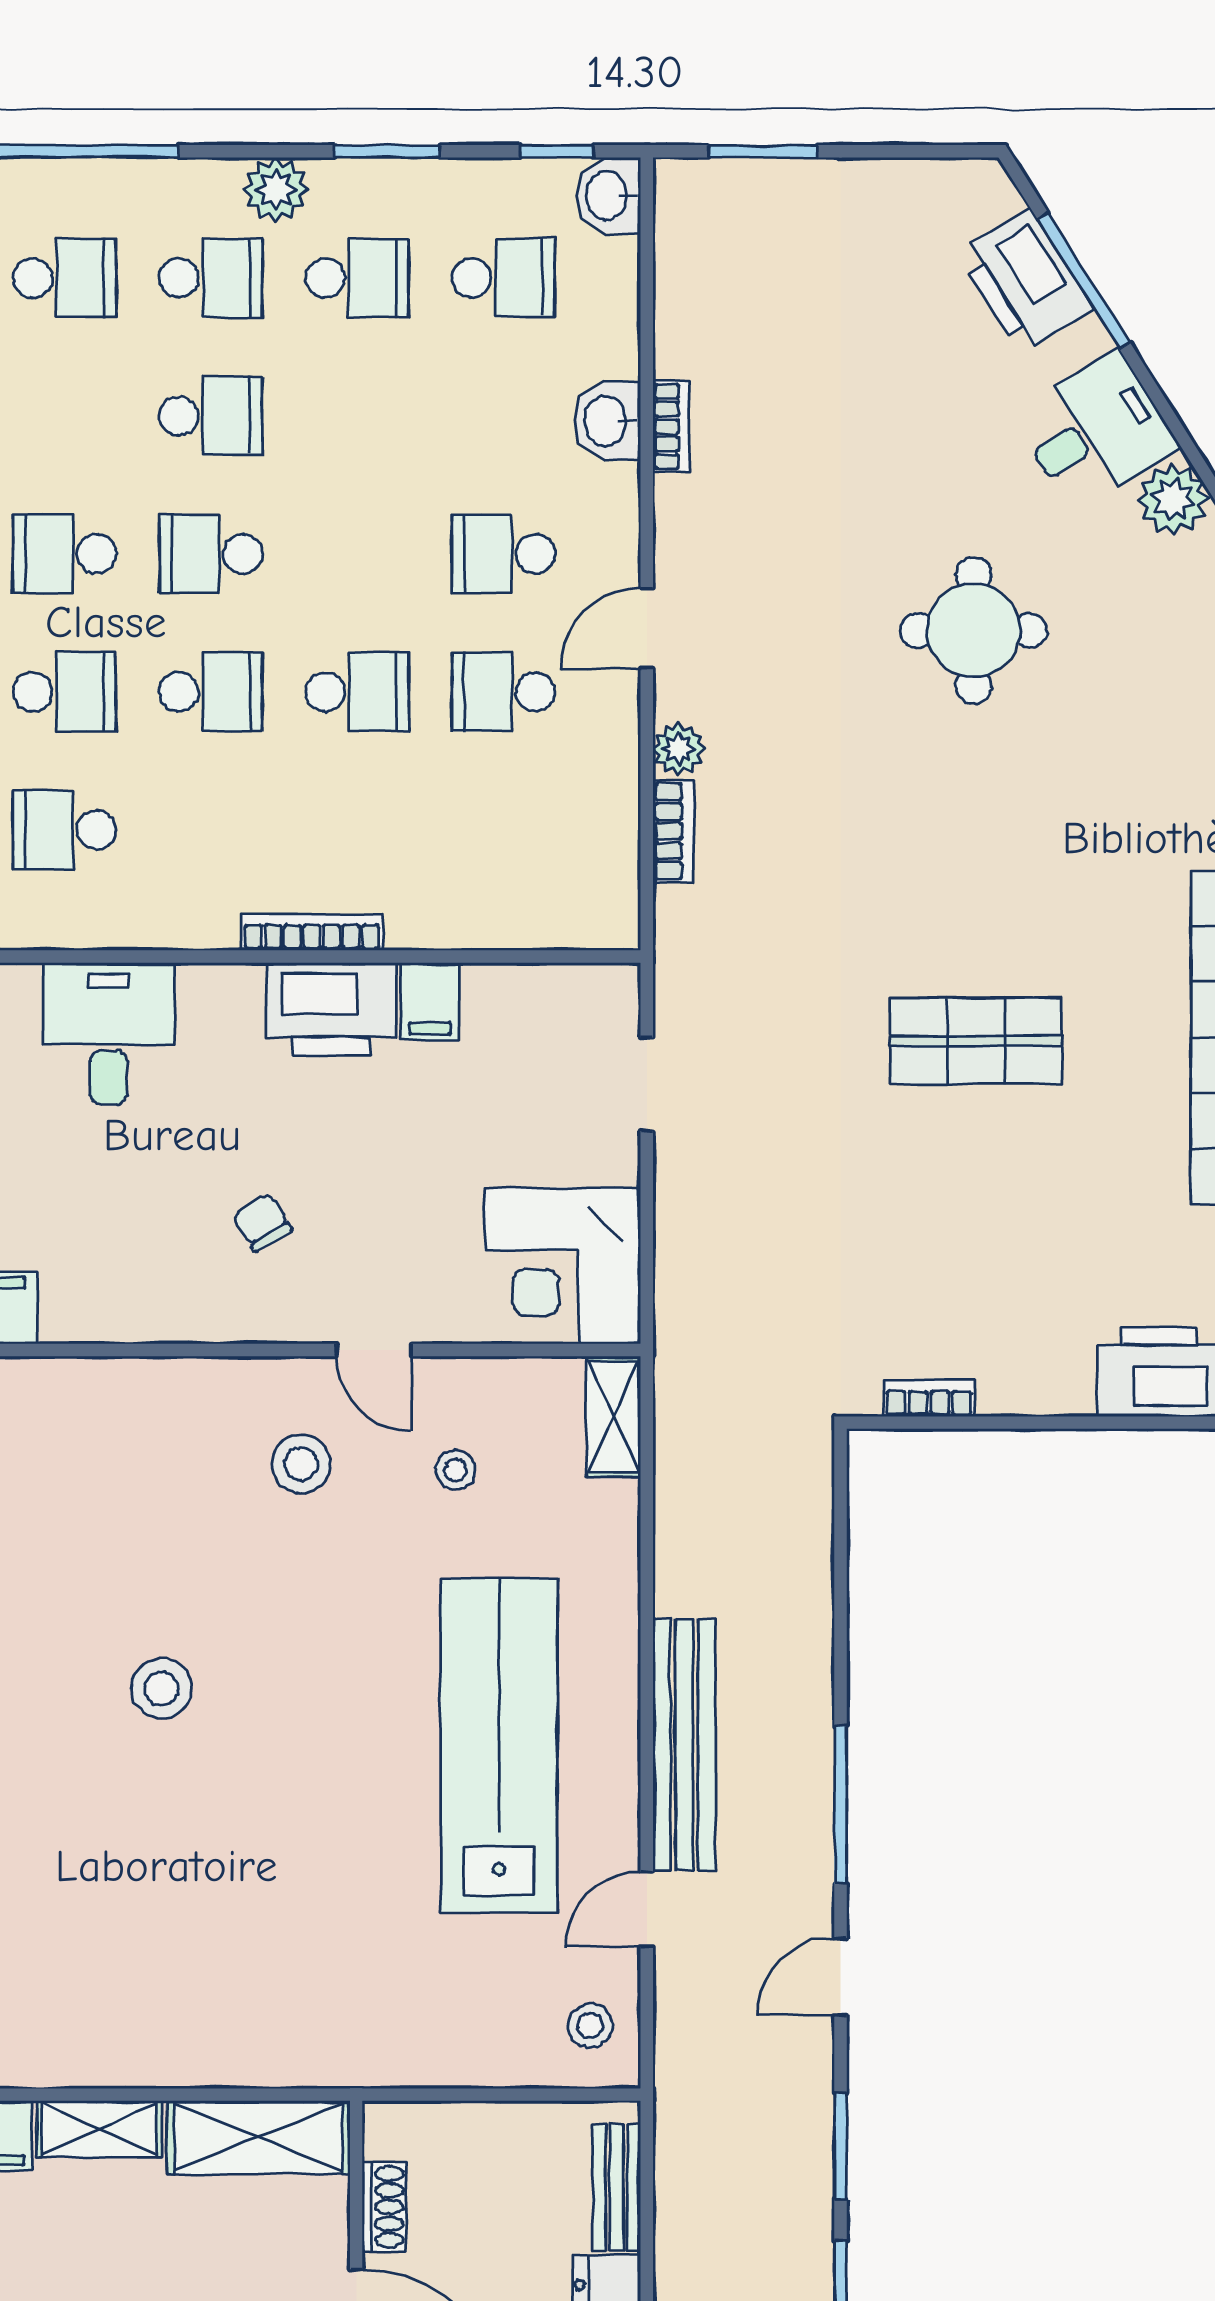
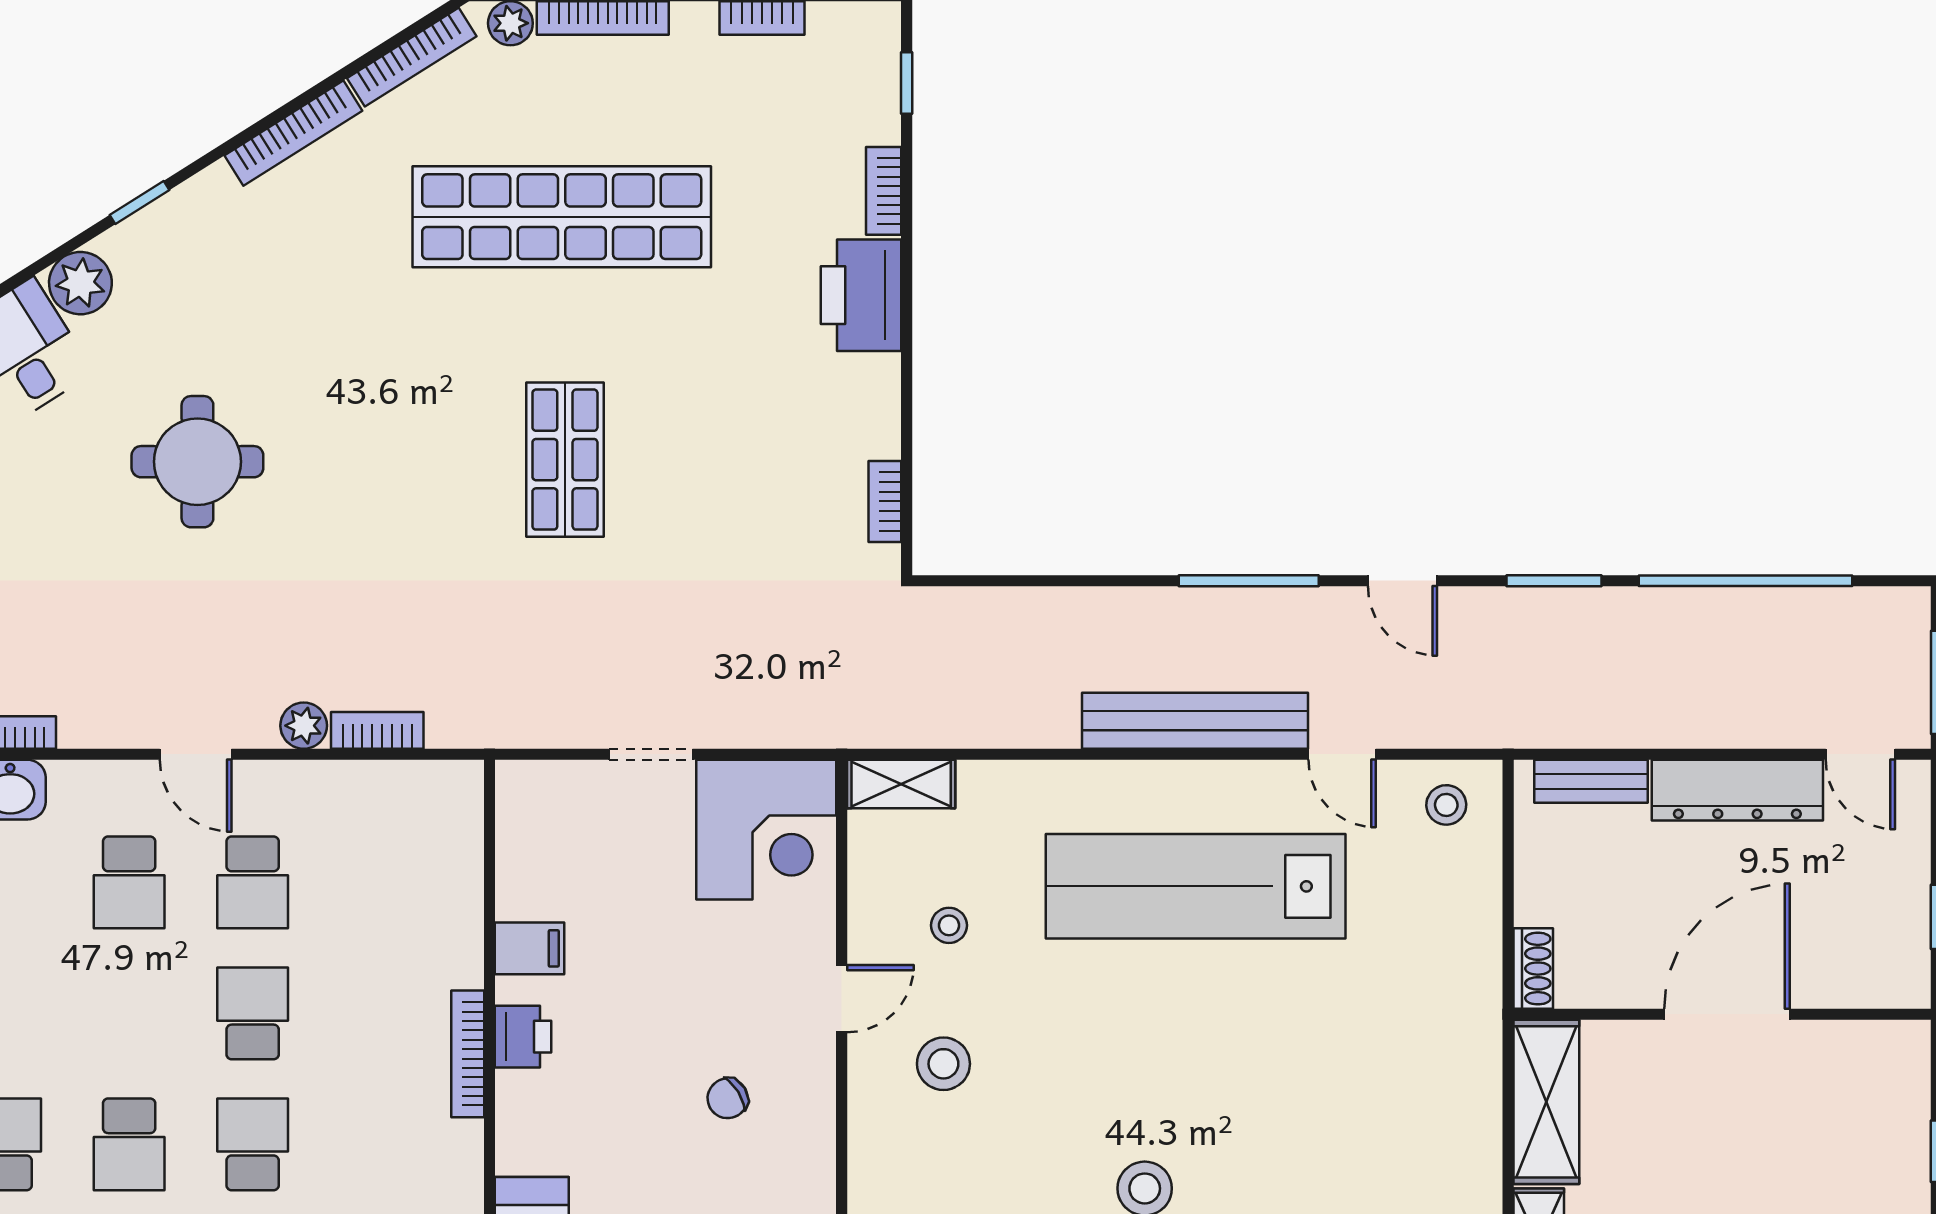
printer: (331, 1009) -> (523, 1037), width x0.53, depth x0.68
doorway: (647, 1084) -> (651, 754), moved
shoe rack: (384, 2207) -> (1533, 969), moved, turned 90

